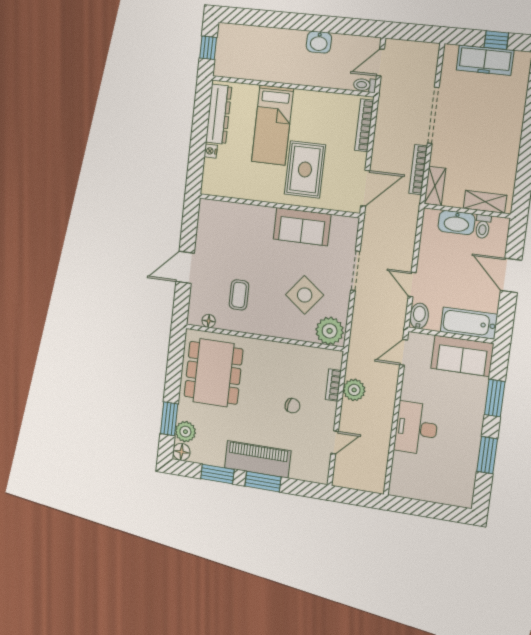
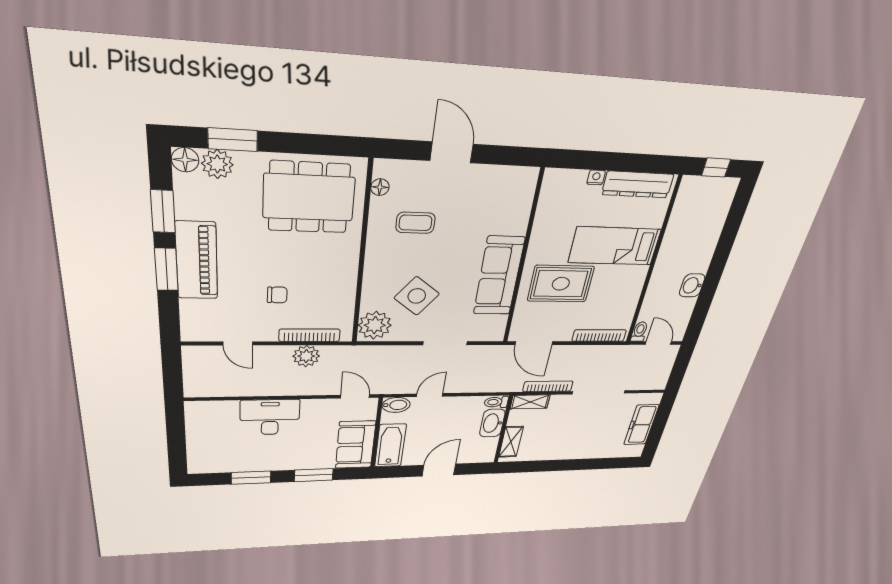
window: (496, 40) -> (657, 430), removed
sofa: (302, 227) -> (499, 276), width x1.36
toilet: (483, 227) -> (496, 402), moved
bookcase: (333, 385) -> (310, 335), width x1.56
chair: (293, 406) -> (277, 295), turned -103

